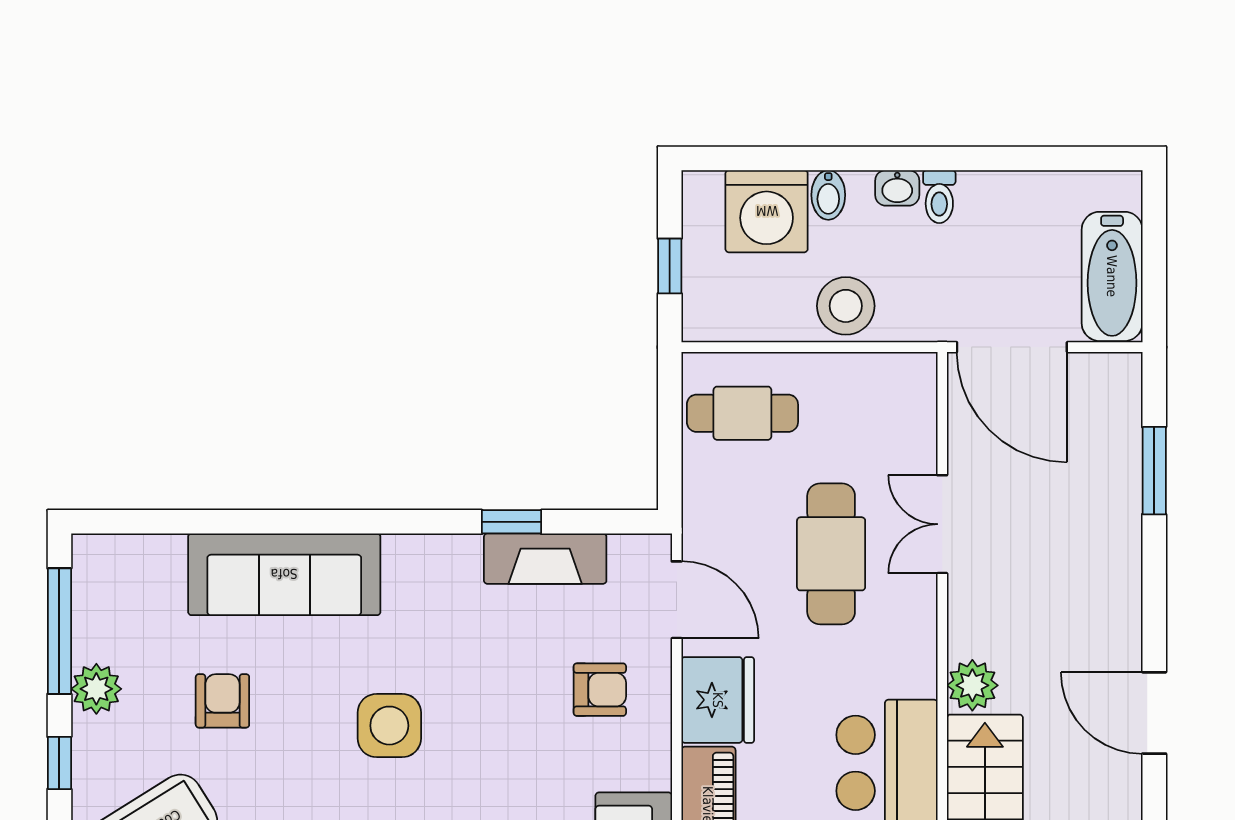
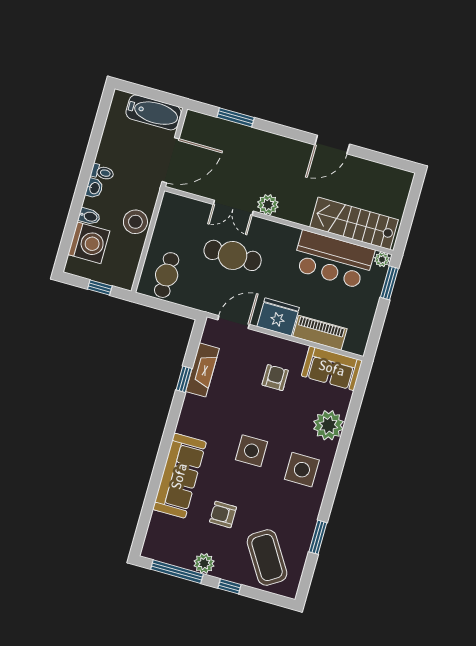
plant: (972, 685) -> (268, 205), moved
armchair: (600, 690) -> (275, 378), moved

